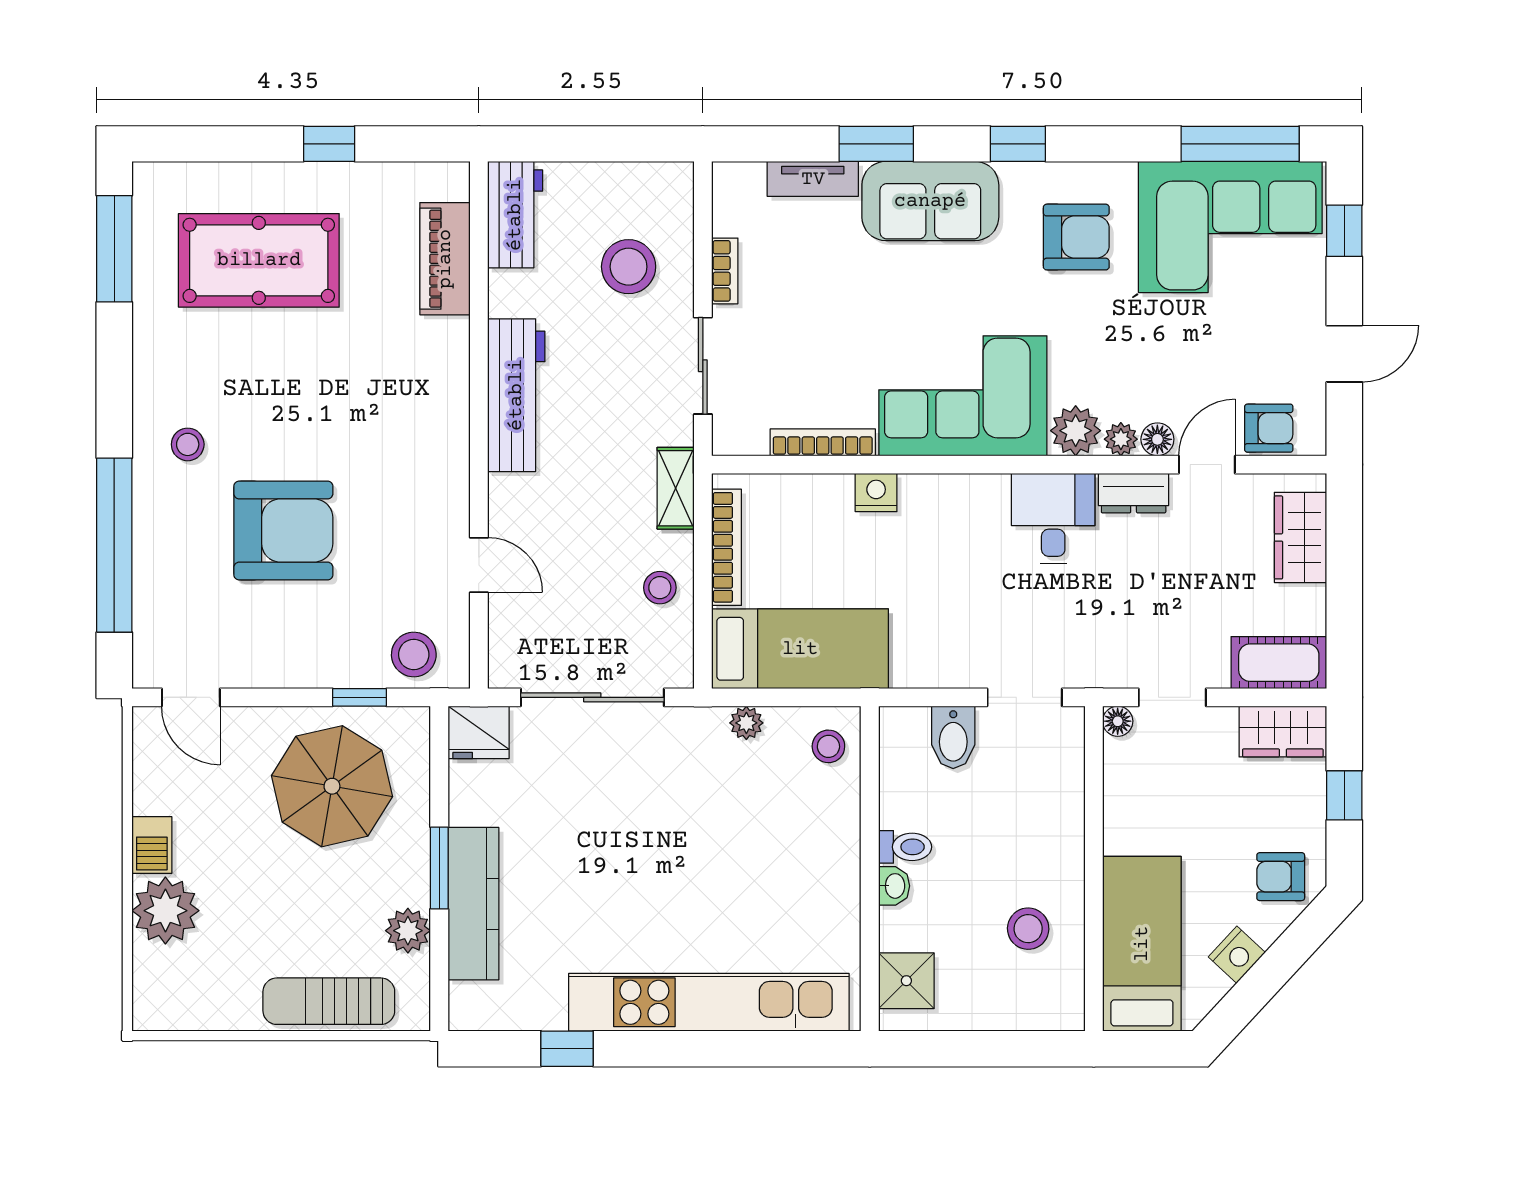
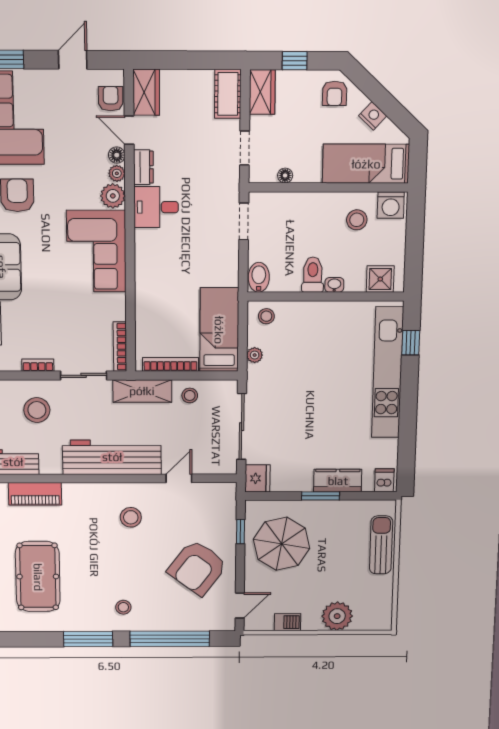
window: (114, 249) -> (88, 639), moved
door: (1344, 354) -> (73, 60), hinge flipped
workbench: (516, 395) -> (112, 457), width x1.36, depth x1.32
bookcase: (823, 442) -> (120, 347), moved
shelving: (676, 488) -> (142, 391), width x1.50, depth x1.33
nightstand: (876, 493) -> (144, 293), removed
armchair: (283, 531) -> (197, 568), moved, turned -143
wardrobe: (1300, 537) -> (146, 92), moved, turned -90
stool: (414, 654) -> (131, 517), moved
floor lamp: (1118, 721) -> (285, 175), moved
bidet: (953, 737) -> (259, 277), moved, turned -90
barbecue: (152, 845) -> (288, 622), moved
toilet: (905, 847) -> (313, 275), width x1.37, depth x1.39
kitchen counter: (473, 904) -> (338, 481), width x0.67
plant: (408, 931) -> (349, 510), removed
washing machine: (1058, 997) -> (391, 205), added
sun lounger: (329, 1001) -> (381, 545), turned 180
dishwasher: (474, 1003) -> (384, 480), added
window: (567, 1049) -> (411, 343), moved

